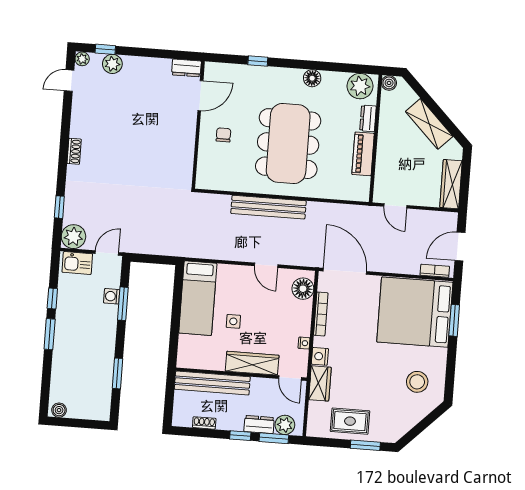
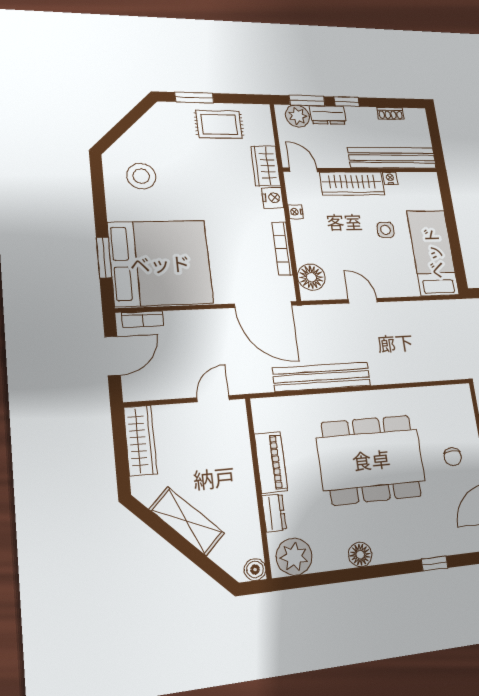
dining table: (288, 144) -> (371, 459), turned 90
door: (395, 206) -> (213, 399), hinge flipped
bench: (268, 207) -> (322, 377), moved
nightstand: (219, 365) -> (390, 178), added

